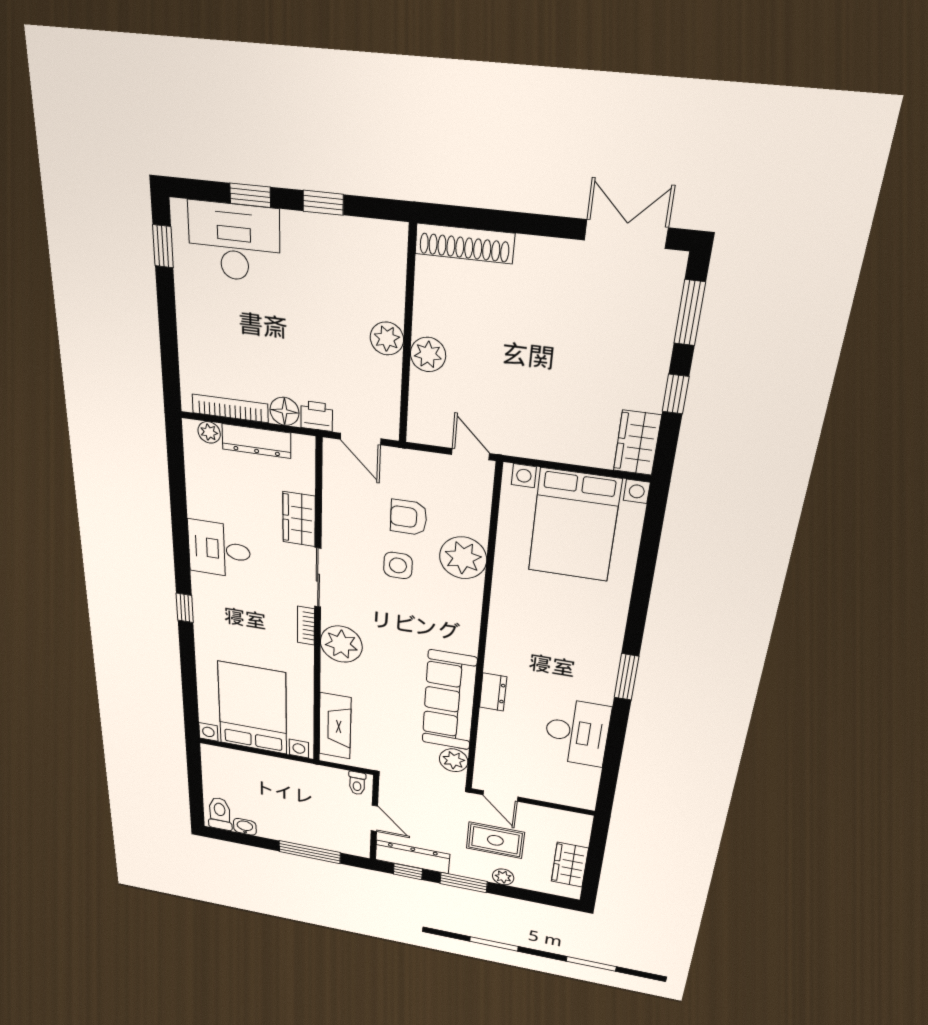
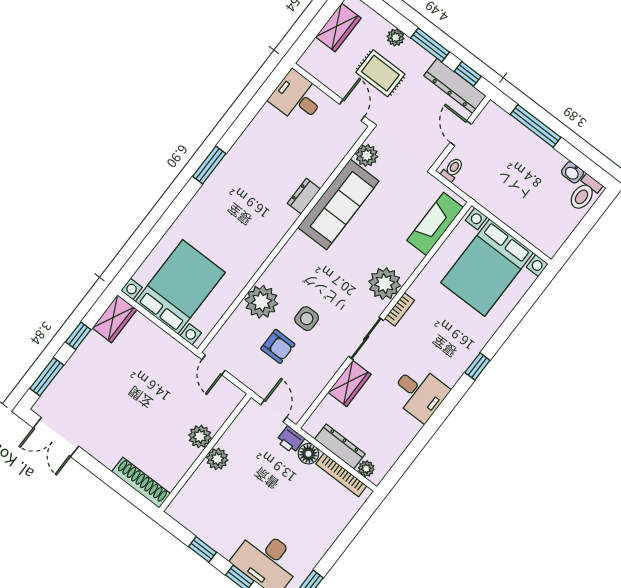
desk: (577, 732) -> (297, 98), moved, width x0.73

